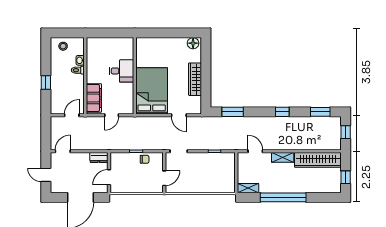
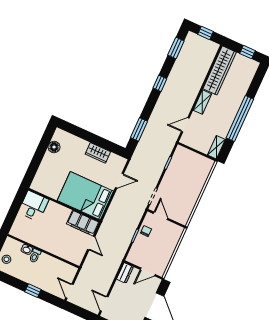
floor lamp: (193, 43) -> (54, 147), moved
desk: (122, 71) -> (34, 206), moved
wardrobe: (195, 79) -> (98, 153), width x0.67
filing cabinet: (94, 98) -> (83, 223), moved, turned 180
door: (72, 115) -> (69, 291), moved
door: (109, 177) -> (148, 272), hinge flipped
door: (164, 178) -> (161, 216), moved

